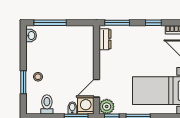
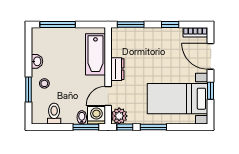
washbasin: (31, 36) -> (37, 61), moved
dresser: (105, 39) -> (117, 69), moved
bathtub: (85, 50) -> (95, 54), added

